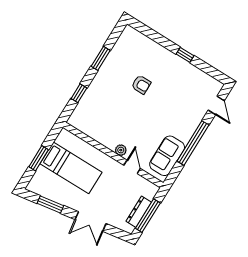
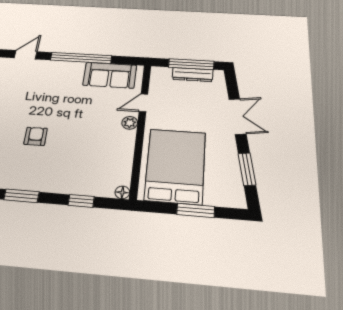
floor lamp: (72, 121) -> (122, 192), added
bed: (71, 168) -> (175, 166), width x1.50

